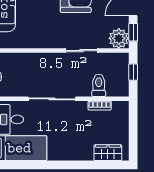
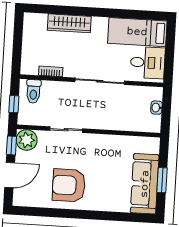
toilet: (99, 85) -> (33, 91), moved
wardrobe: (108, 153) -> (69, 23), moved, width x1.50

